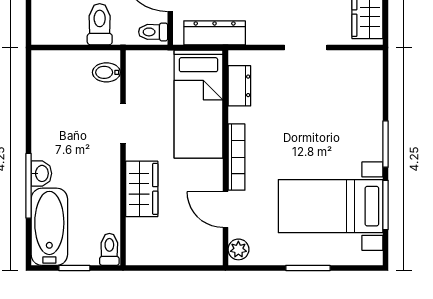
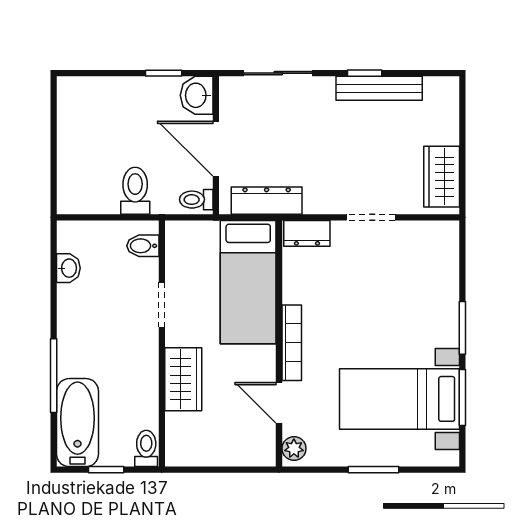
dresser: (239, 86) -> (307, 233), moved, turned 90
washbasin: (41, 173) -> (68, 268), moved

